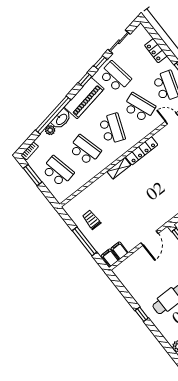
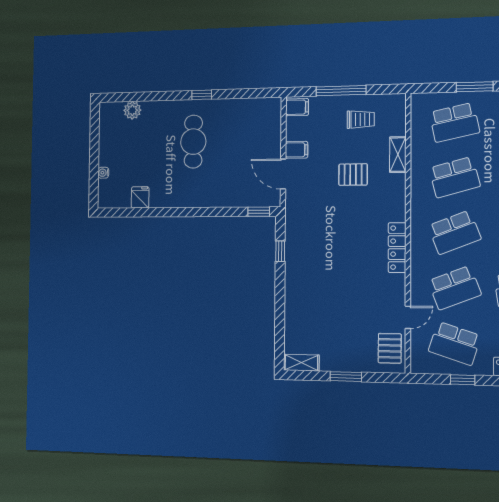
school desk: (112, 129) -> (455, 232), turned -42
shelving: (119, 168) -> (398, 155), moved
pallet: (122, 202) -> (353, 175), added
filing cabinet: (120, 251) -> (297, 150), moved

